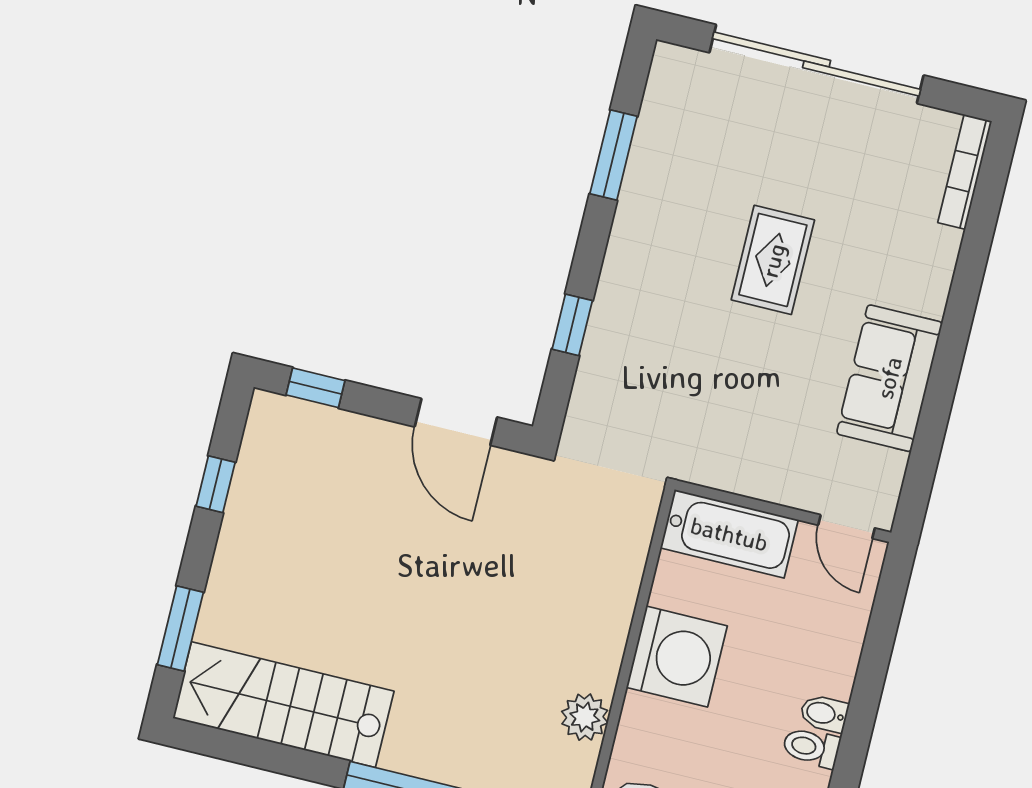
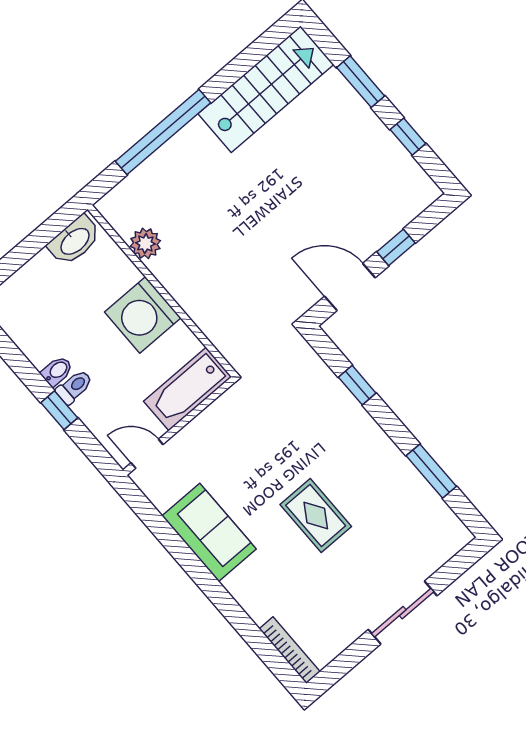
sliding door: (817, 64) -> (403, 613), width x0.54
window: (316, 388) -> (396, 247), moved
window: (180, 628) -> (361, 82), moved
window: (871, 675) -> (59, 410), added
toilet: (811, 747) -> (74, 387), moved

